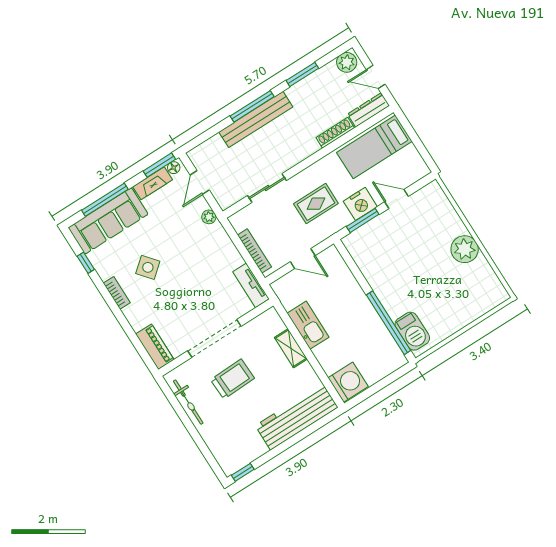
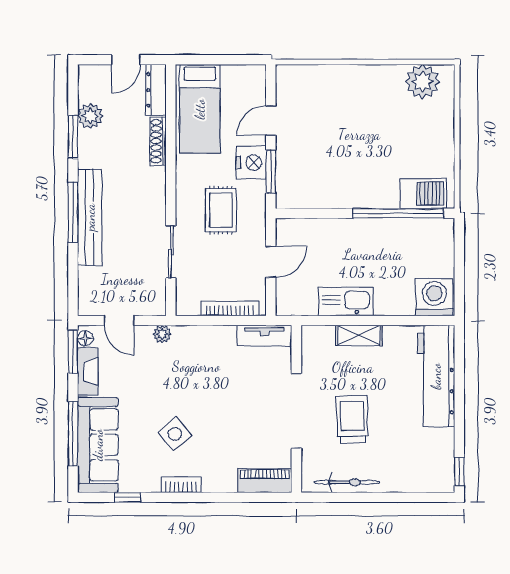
plant: (347, 62) -> (90, 116), moved
plant: (465, 249) -> (423, 82), moved

